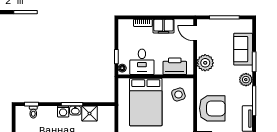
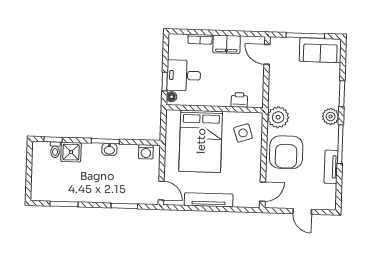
sofa: (243, 49) -> (320, 50), moved, turned -90
desk: (142, 62) -> (184, 75), moved, turned 90
plant: (205, 63) -> (278, 117), moved
printer: (175, 66) -> (239, 100), width x0.53, depth x0.68
armchair: (212, 108) -> (286, 152), turned 90
washing machine: (63, 111) -> (146, 152), moved
shower: (90, 114) -> (71, 152), moved

